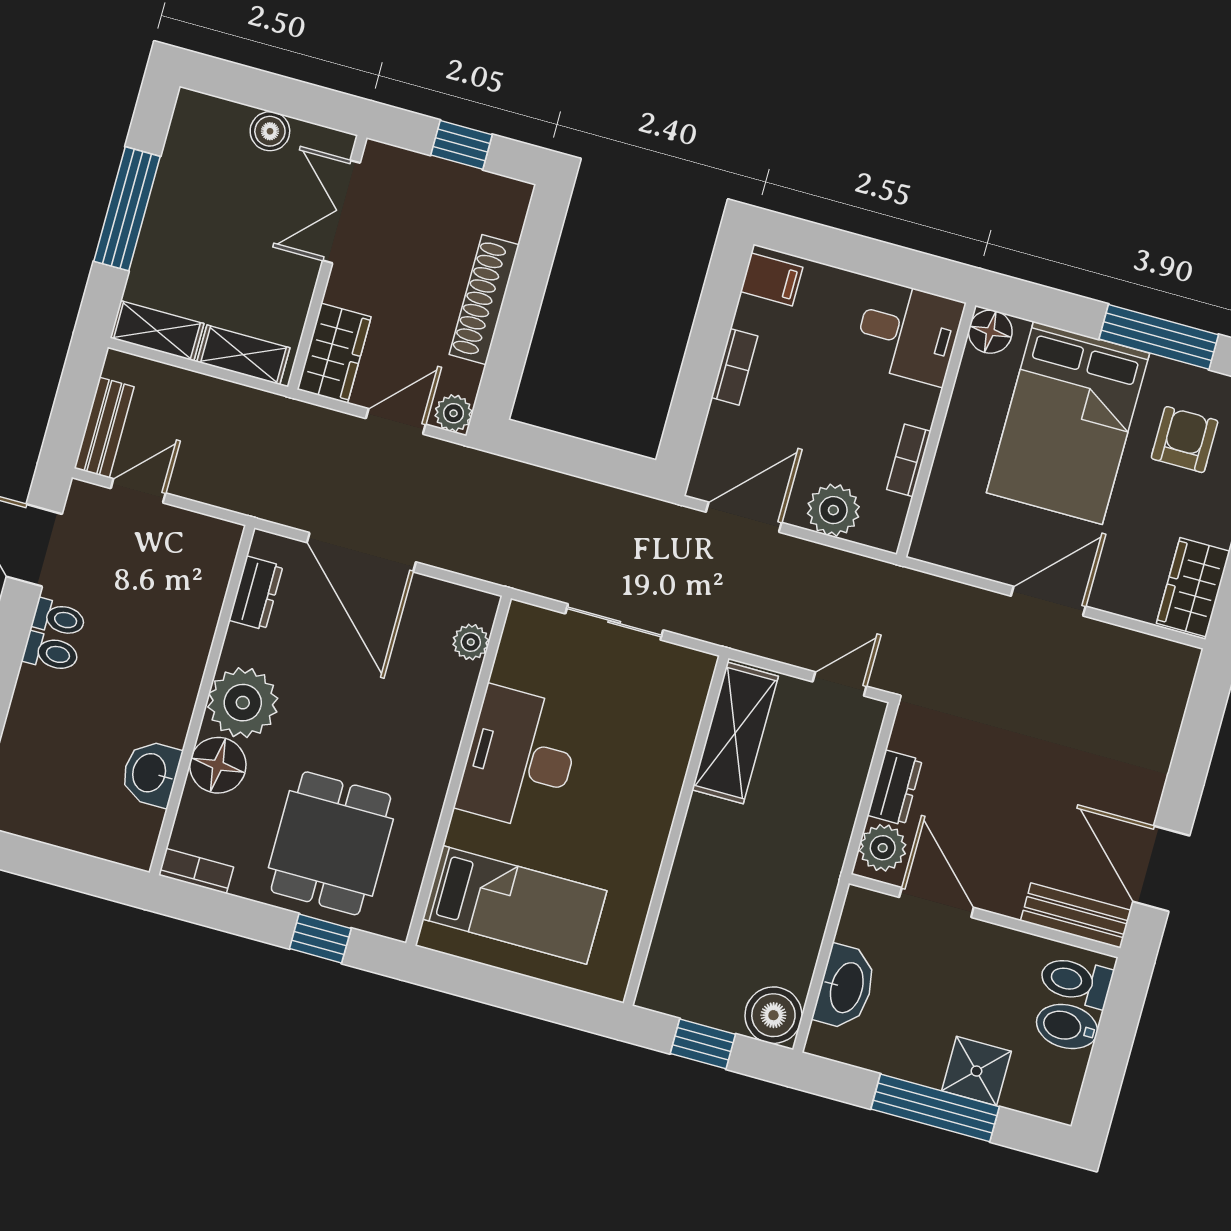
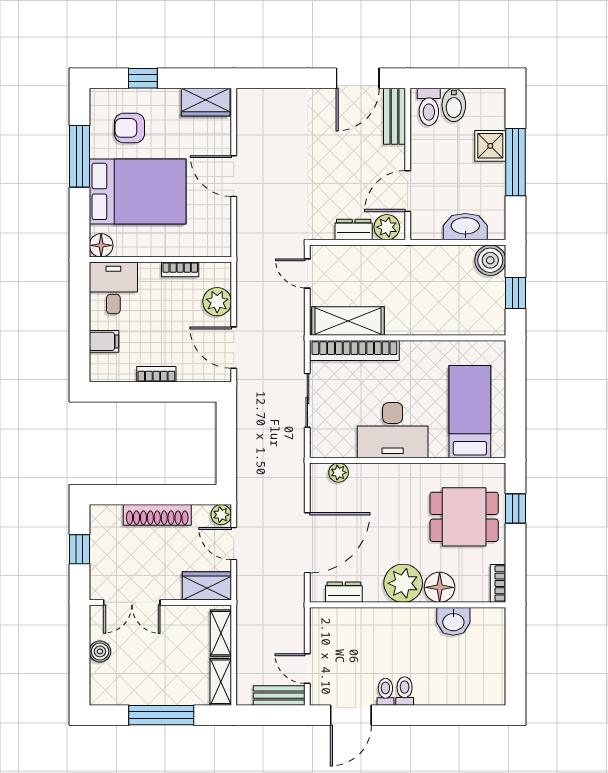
filing cabinet: (772, 279) -> (104, 341), moved, turned 90
bookcase: (680, 730) -> (354, 351), added

